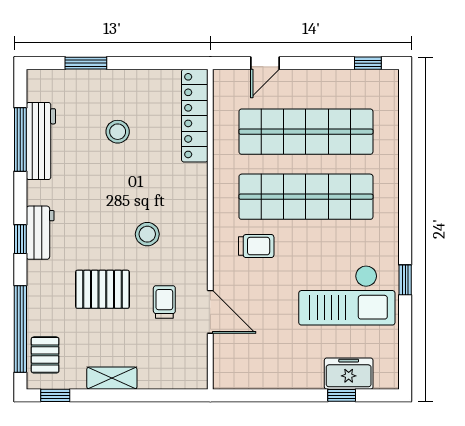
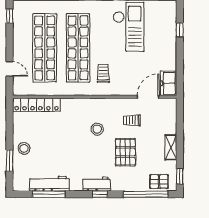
stool: (118, 132) -> (24, 148), moved
door: (210, 312) -> (148, 97), moved
freezer: (349, 374) -> (169, 83), moved

